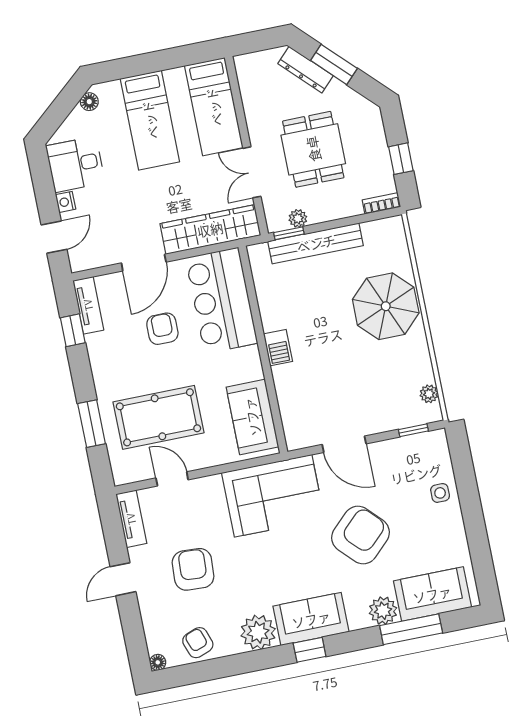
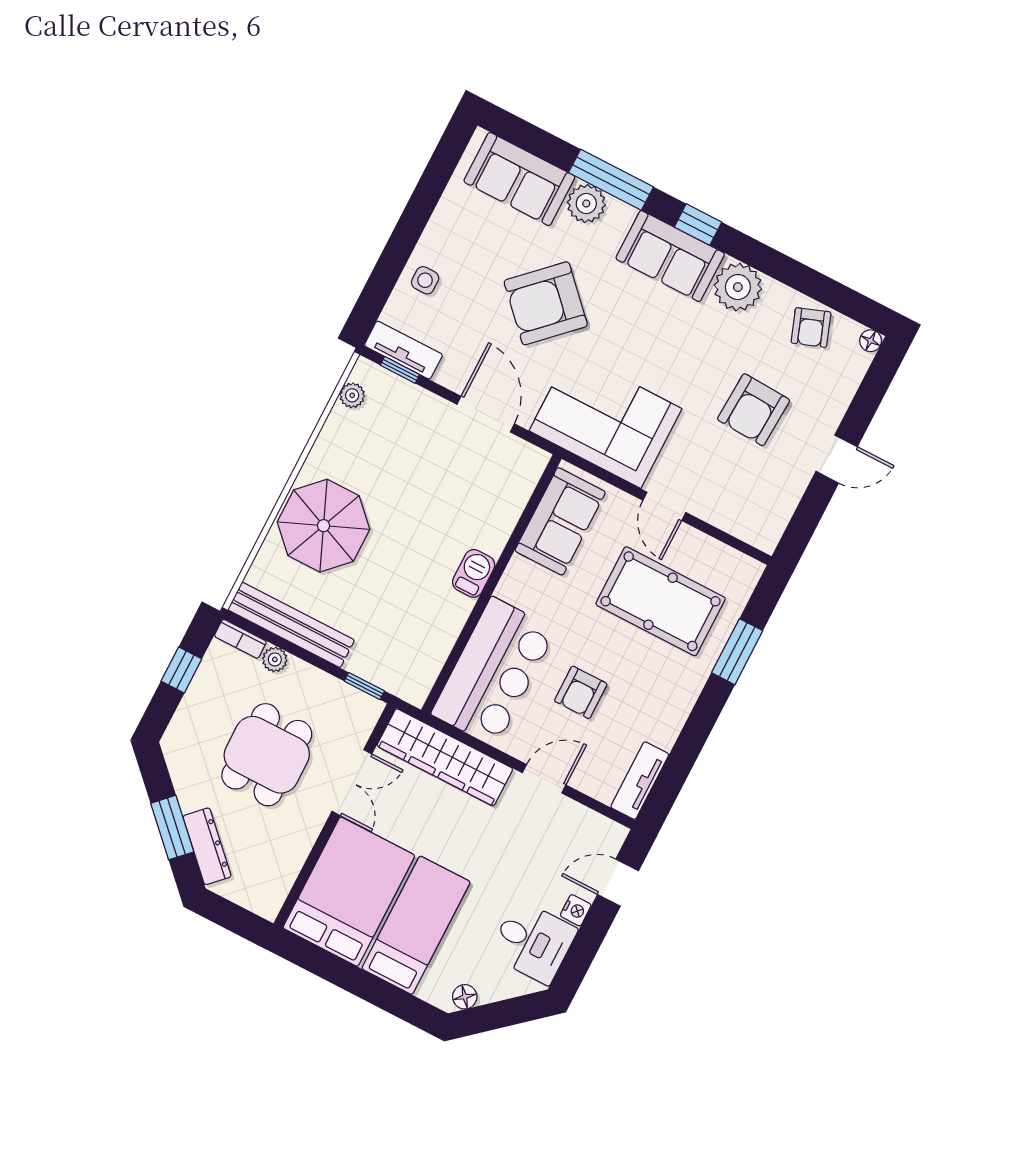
bed: (214, 107) -> (349, 892), width x1.50
plant: (298, 218) -> (275, 659), moved
bench: (316, 243) -> (291, 625), moved
door: (144, 263) -> (544, 779), width x0.73
window: (73, 330) -> (678, 767), removed
door: (172, 479) -> (664, 506), moved
tv unit: (131, 519) -> (403, 350), moved, turned 90
window: (411, 629) -> (611, 180), moved

